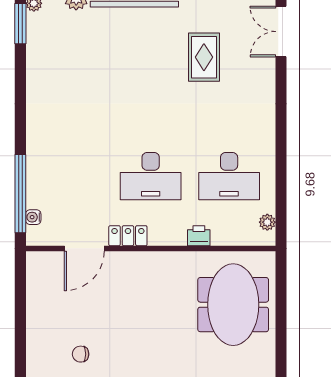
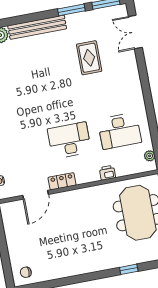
desk: (151, 176) -> (69, 140), turned 180
chair: (81, 354) -> (26, 272), moved

